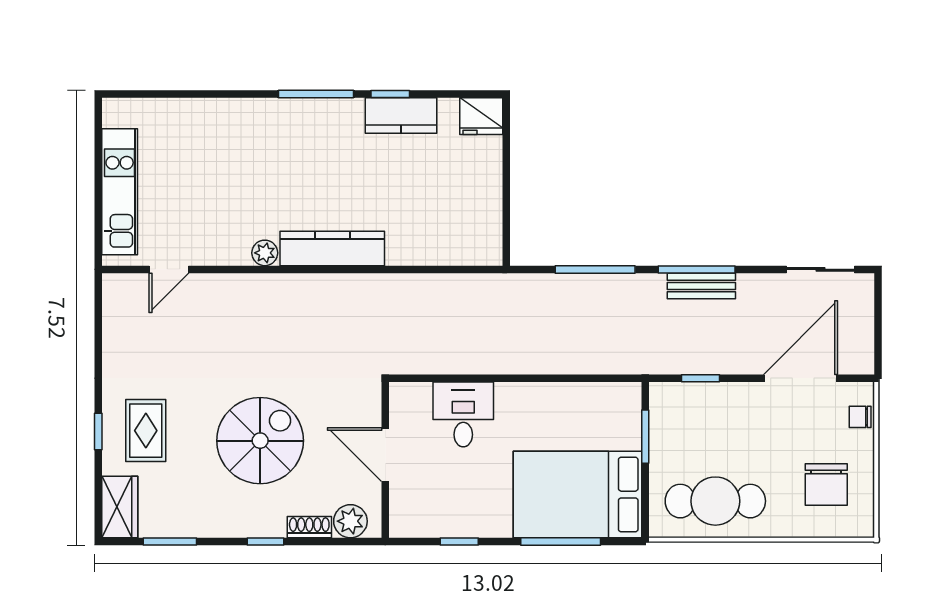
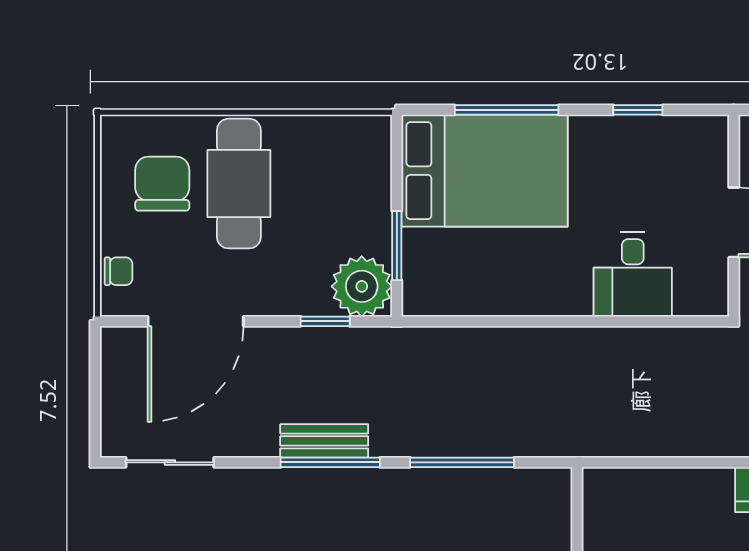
plant: (672, 405) -> (362, 286), added
cafe table: (715, 501) -> (239, 184), moved, turned 90

